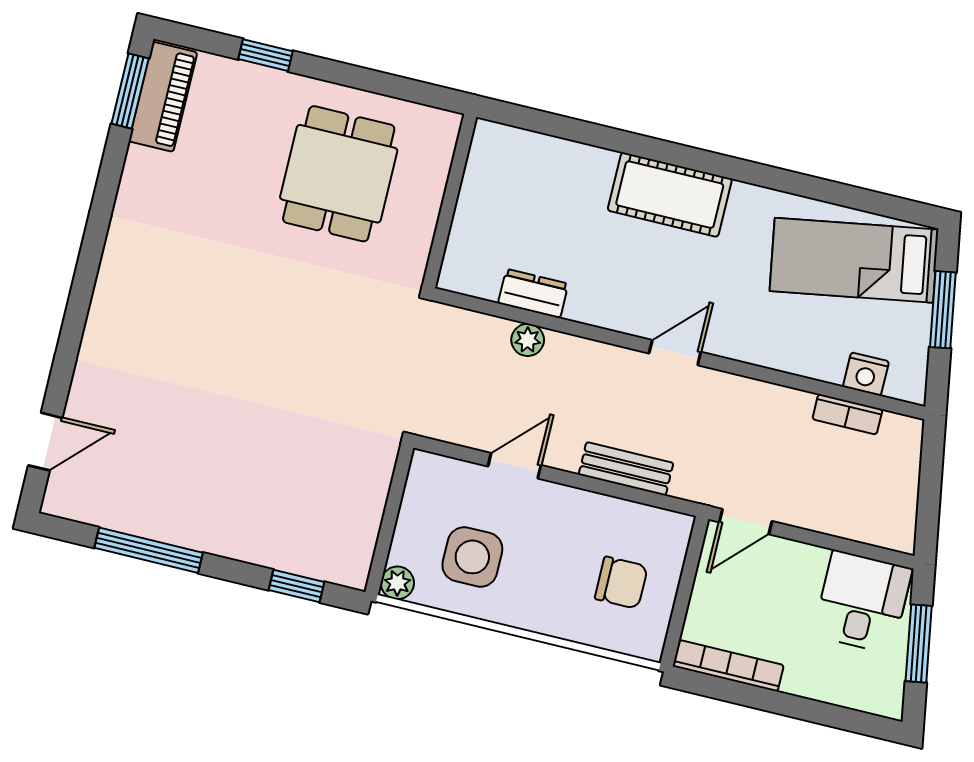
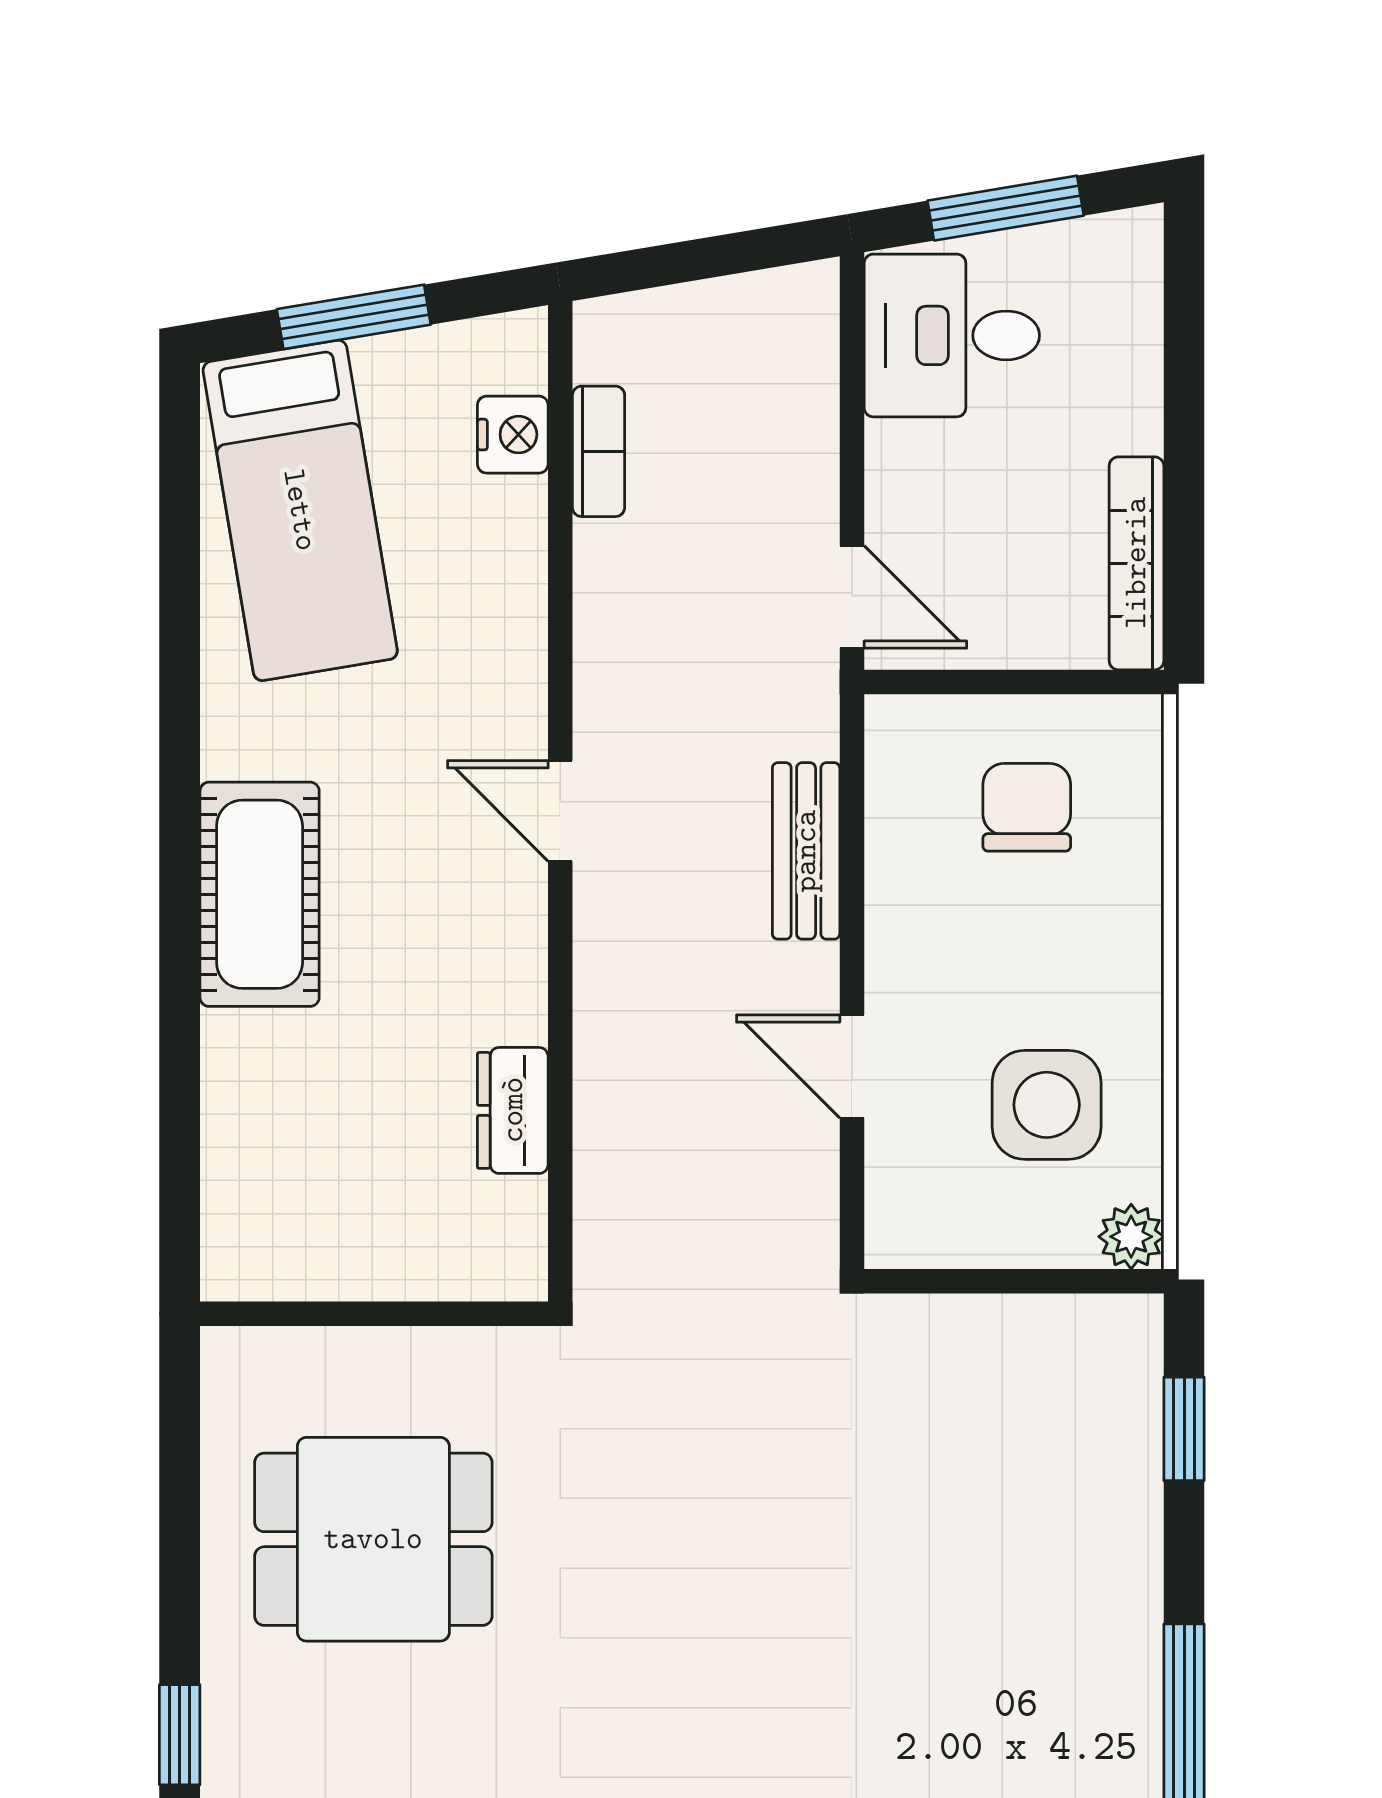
plant: (528, 340) -> (604, 1099), removed

